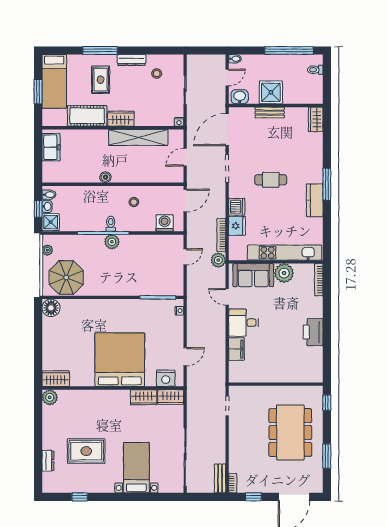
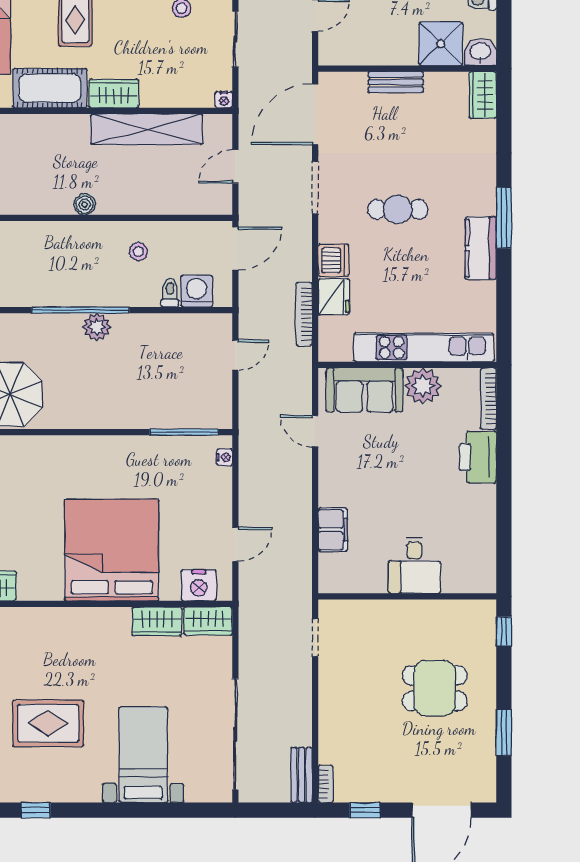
shower: (271, 92) -> (441, 44), moved
washbasin: (240, 97) -> (480, 52), moved
toilet: (111, 224) -> (170, 293), moved
plant: (218, 260) -> (298, 362), removed
desk: (244, 323) -> (414, 565), moved, turned -90
printer: (313, 332) -> (478, 457), moved
dining table: (290, 433) -> (435, 688), width x0.53, depth x0.80

